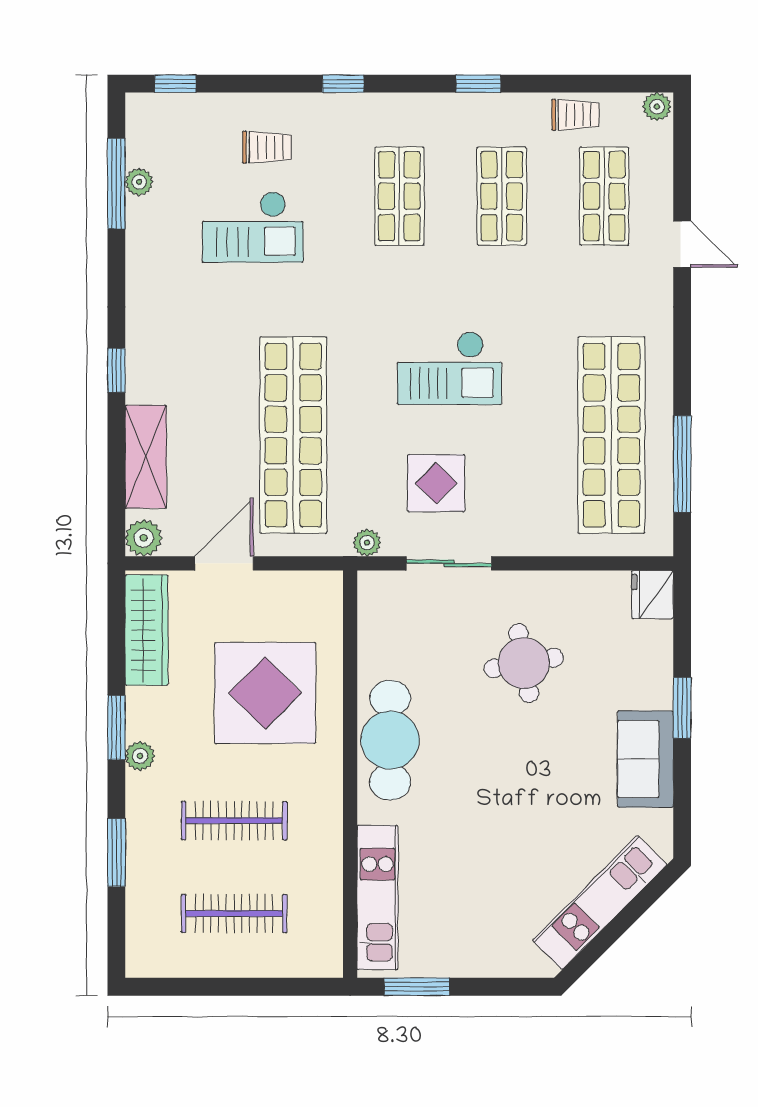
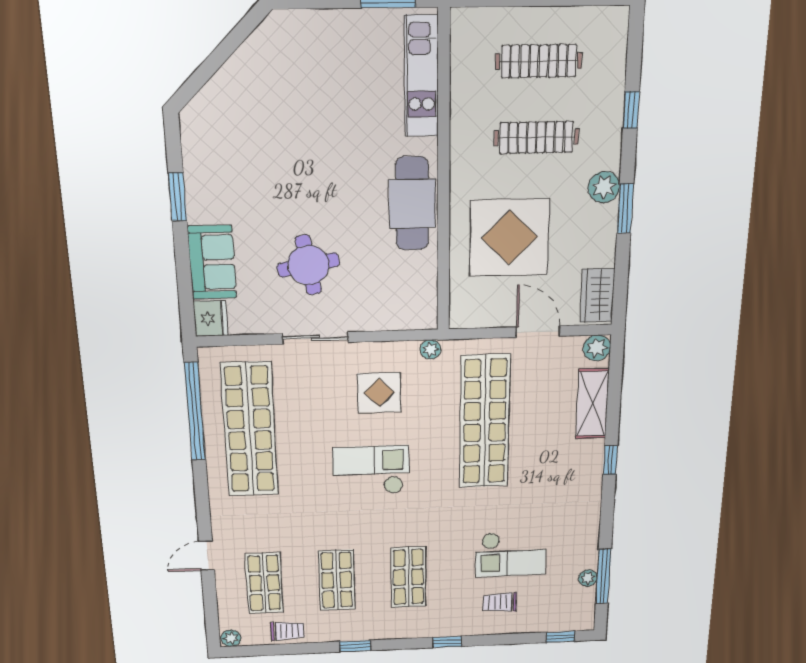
trolley: (575, 115) -> (287, 631), turned 180
checkout: (253, 227) -> (511, 554), turned 180
door: (682, 244) -> (207, 556), hinge flipped
window: (682, 464) -> (195, 412), width x1.46
door: (224, 563) -> (538, 332), swing flipped
sliding door: (449, 563) -> (315, 338), moved
wardrobe: (147, 630) -> (597, 295), width x0.67
window: (682, 708) -> (178, 197), moved
plant: (140, 756) -> (604, 187), width x1.38, depth x1.38
sofa: (645, 759) -> (212, 262), moved
window: (116, 853) -> (631, 110), width x0.67
kitchen unit: (600, 902) -> (237, 75), removed

